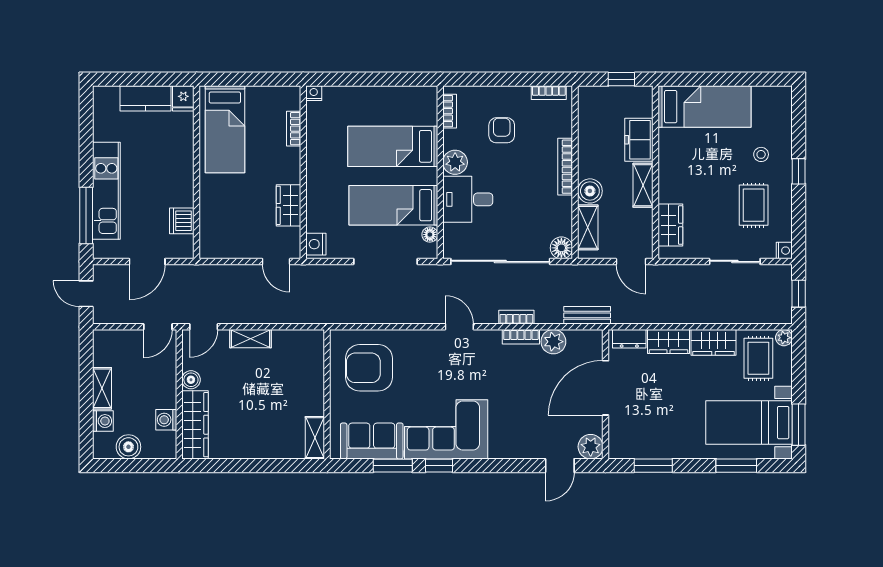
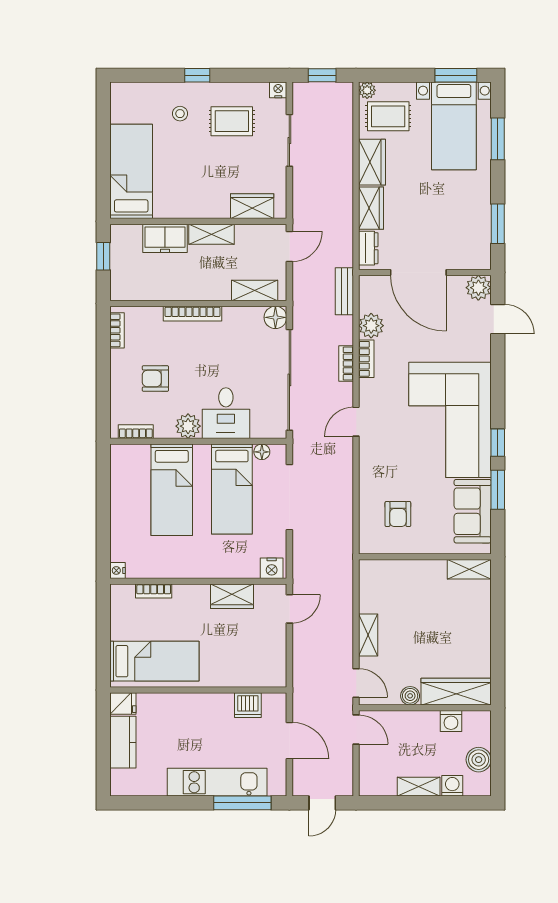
boiler: (590, 191) -> (217, 288), removed
armchair: (369, 368) -> (398, 514), width x0.53, depth x0.53
corner sofa: (446, 429) -> (450, 420), width x1.36, depth x1.36

